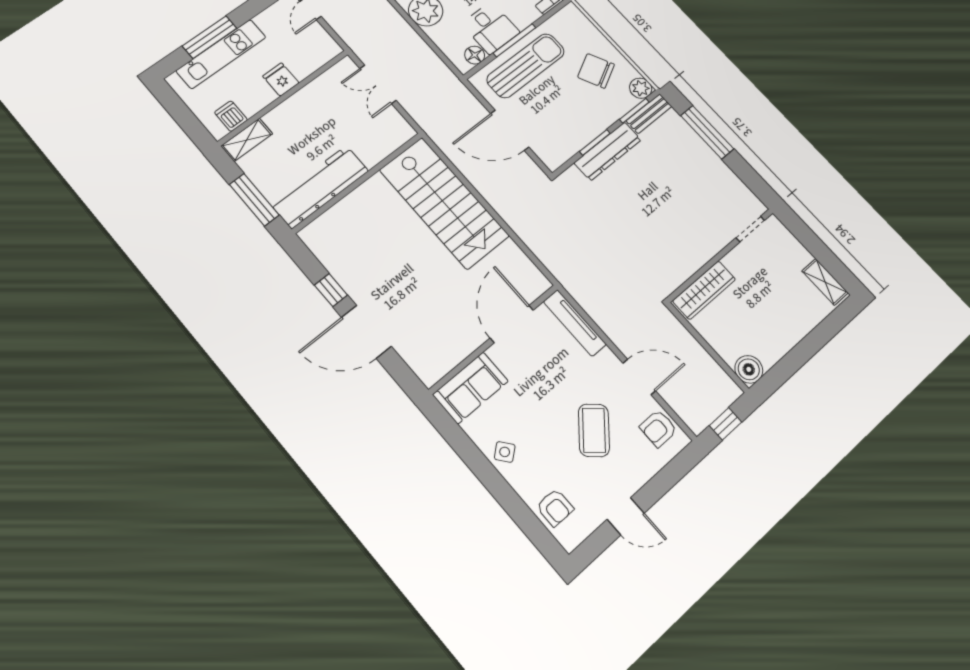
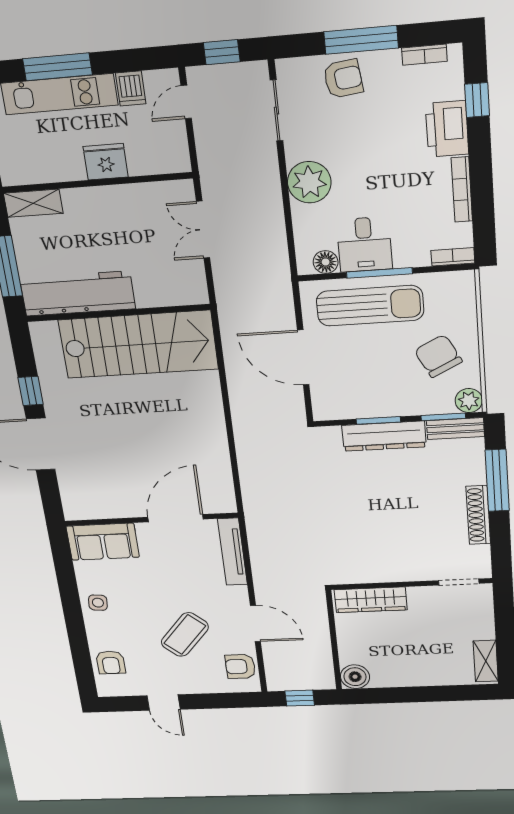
fridge: (281, 80) -> (106, 162), width x1.38
dishwasher: (231, 116) -> (131, 88), moved, turned 180
shoe rack: (718, 167) -> (478, 515), added
stairs: (444, 203) -> (138, 344), moved, turned -90
side table: (505, 452) -> (98, 603), turned 45

